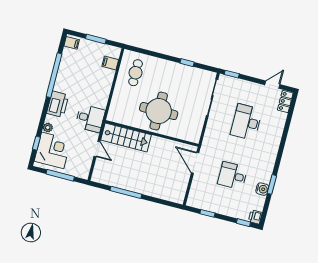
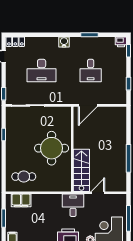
filing cabinet: (110, 63) -> (21, 200), width x2.00
water cooler: (262, 189) -> (64, 42), moved

